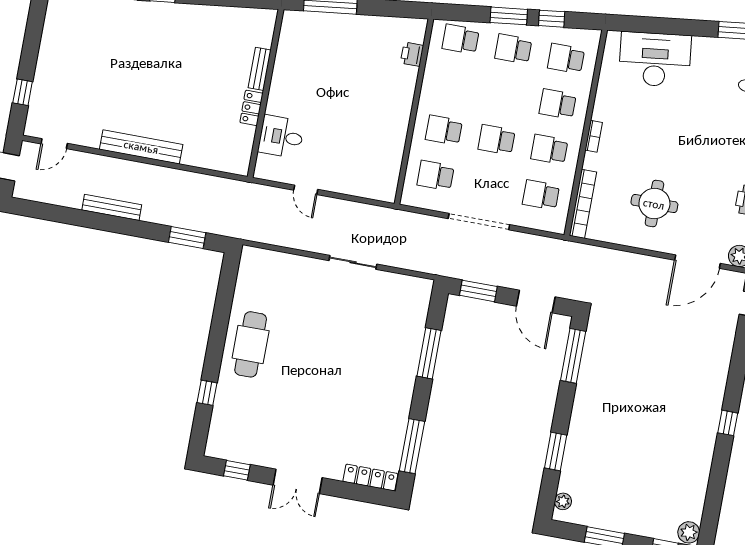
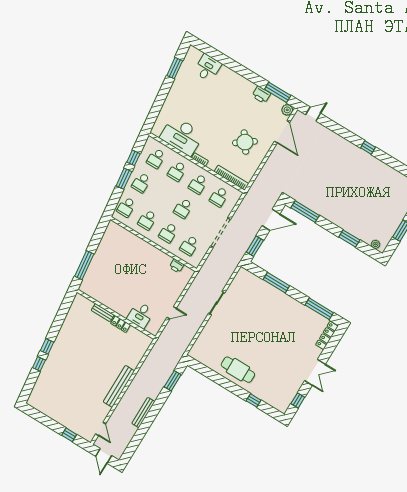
printer: (412, 54) -> (177, 266), moved
desk: (655, 59) -> (182, 136), moved, turned -83
school desk: (452, 85) -> (147, 220), added
round table: (654, 204) -> (245, 142), turned -36

